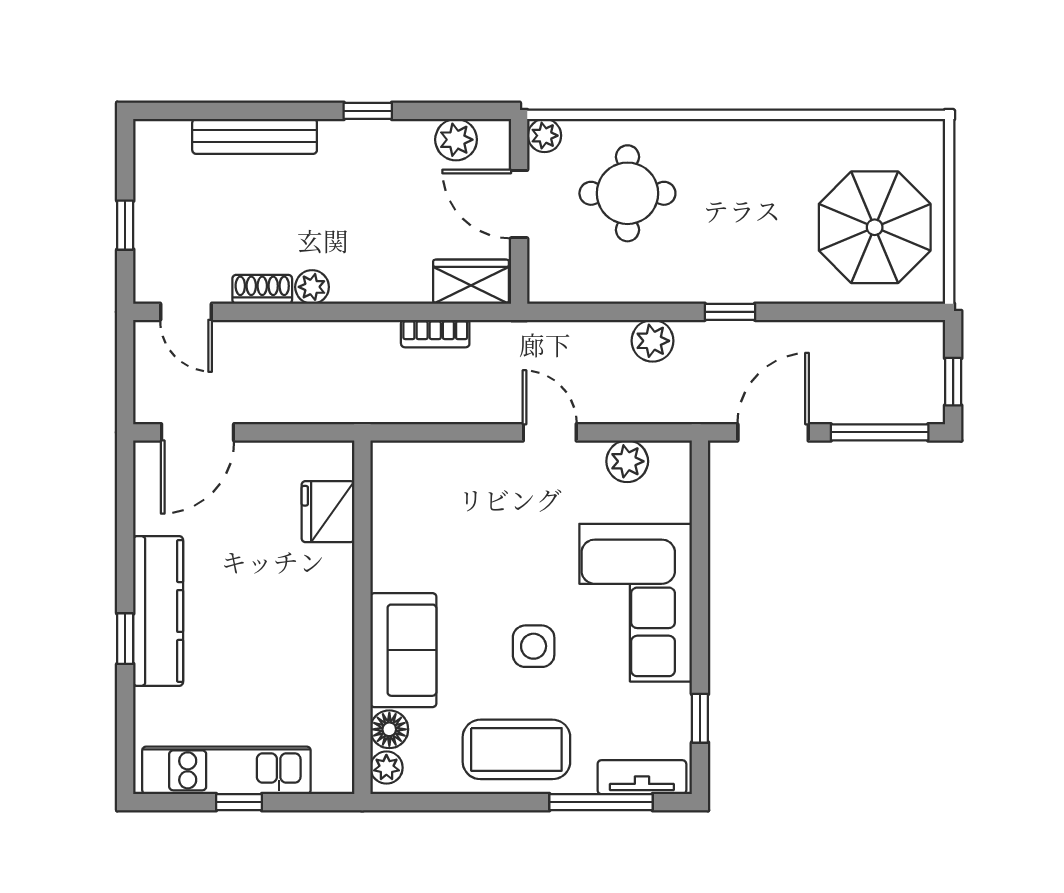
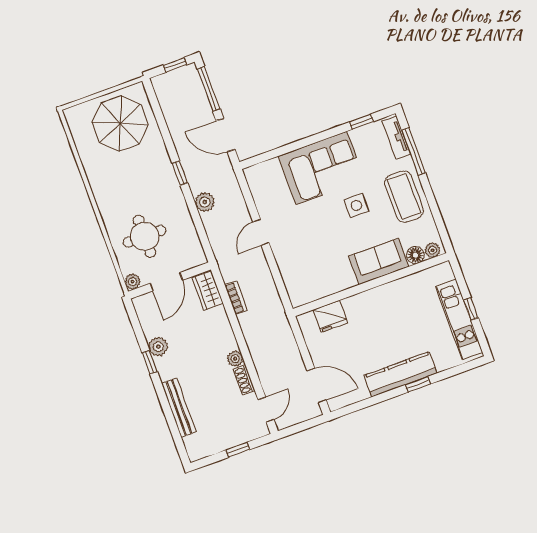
plant: (456, 140) -> (158, 347), moved
plant: (627, 461) -> (261, 194), removed

